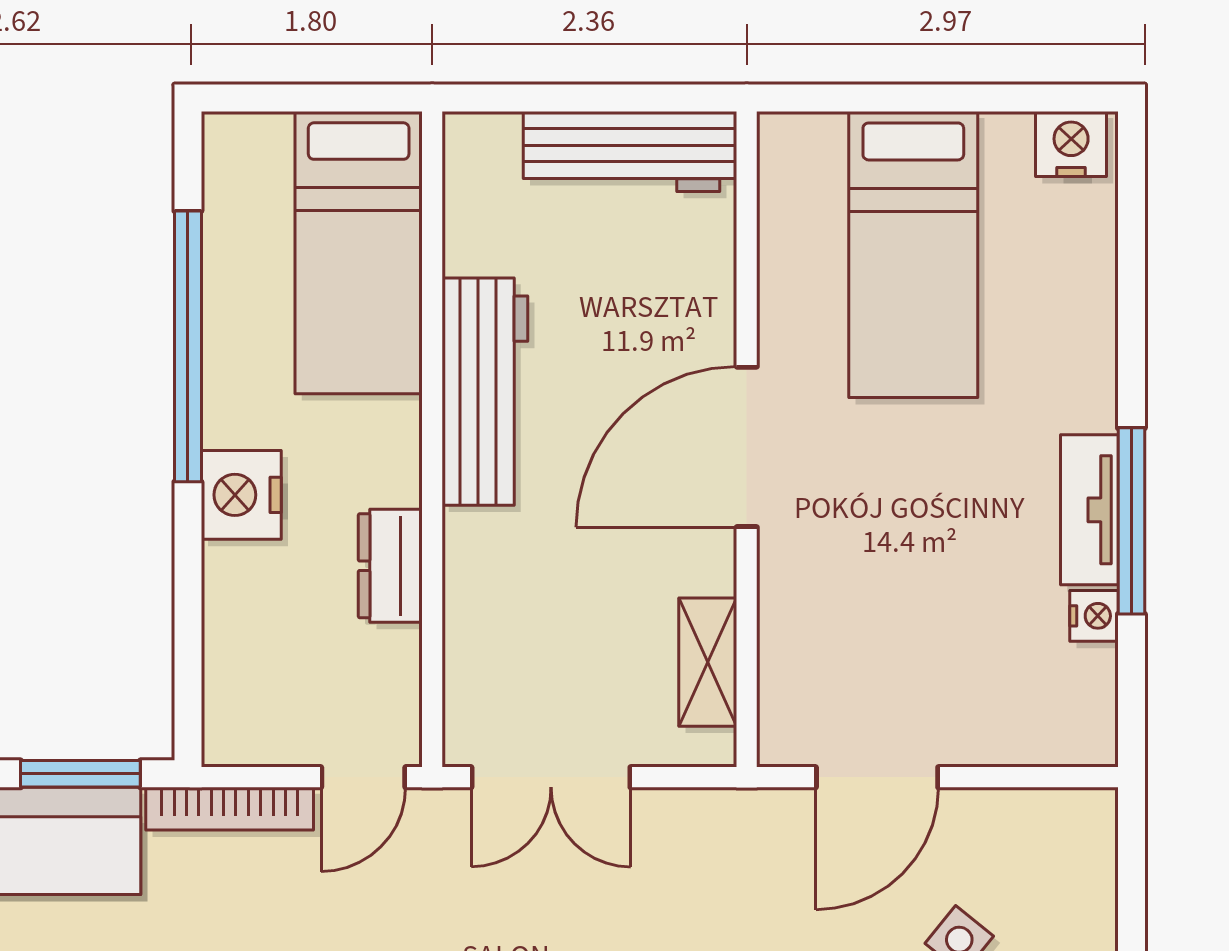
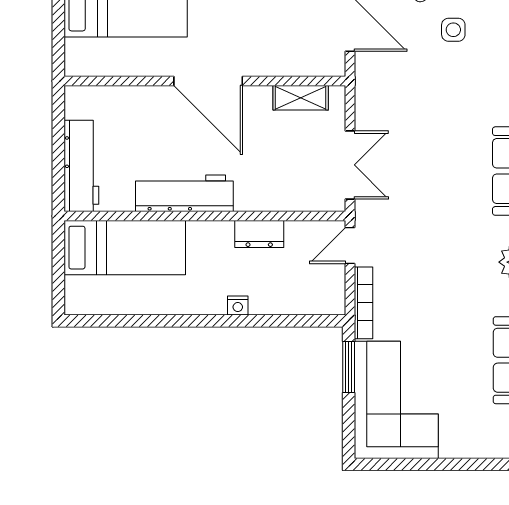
workbench: (630, 151) -> (81, 166), moved
window: (188, 346) -> (165, 321), removed
nightstand: (241, 495) -> (238, 305), width x0.53, depth x0.56
door: (363, 777) -> (350, 246), swing flipped

